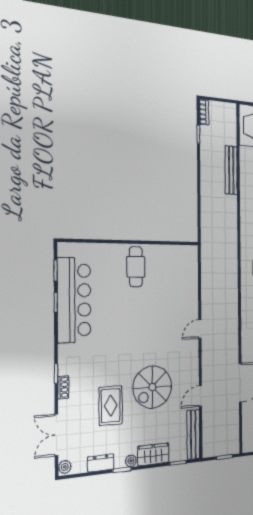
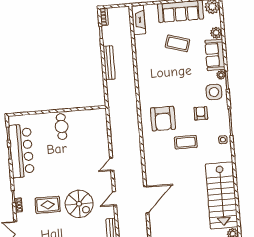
bench: (231, 170) -> (109, 63), moved
spiral stairs: (152, 387) -> (79, 204), turned -90
door: (200, 396) -> (115, 199), moved
rug: (111, 406) -> (48, 205), moved, turned 90

